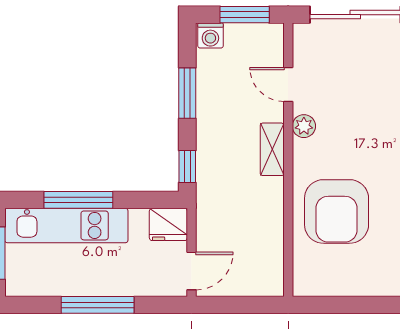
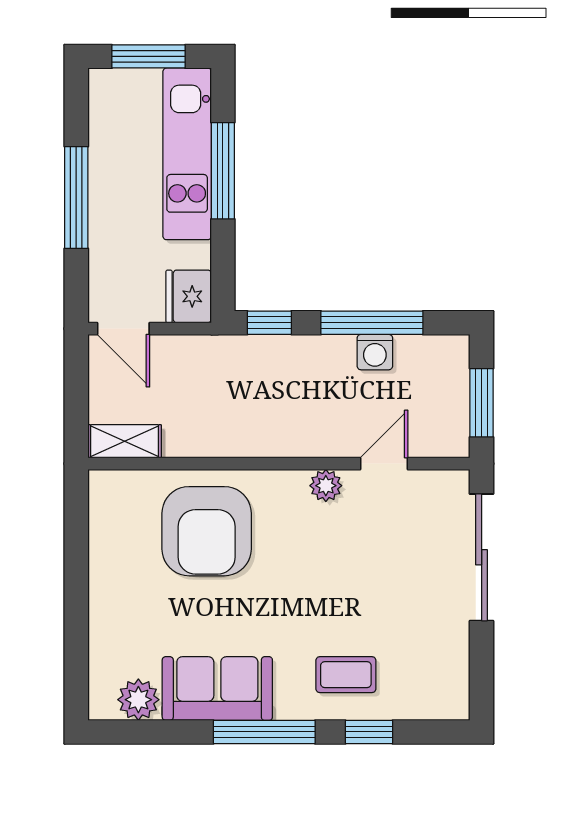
washing machine: (210, 36) -> (375, 352), moved, turned -90
window: (187, 93) -> (372, 323), width x1.44
shelving: (272, 149) -> (125, 441), moved
armchair: (337, 211) -> (207, 531), turned -90

